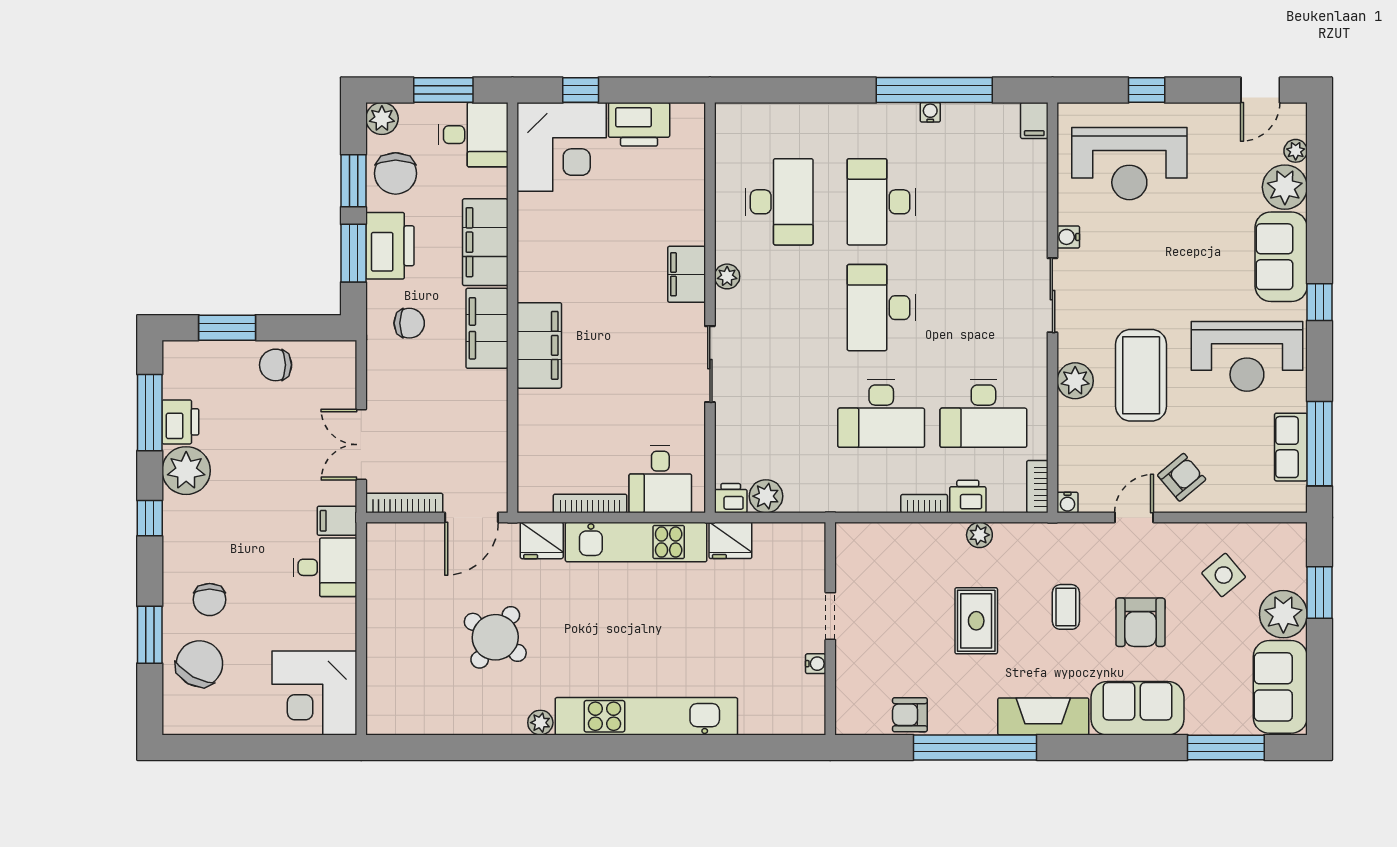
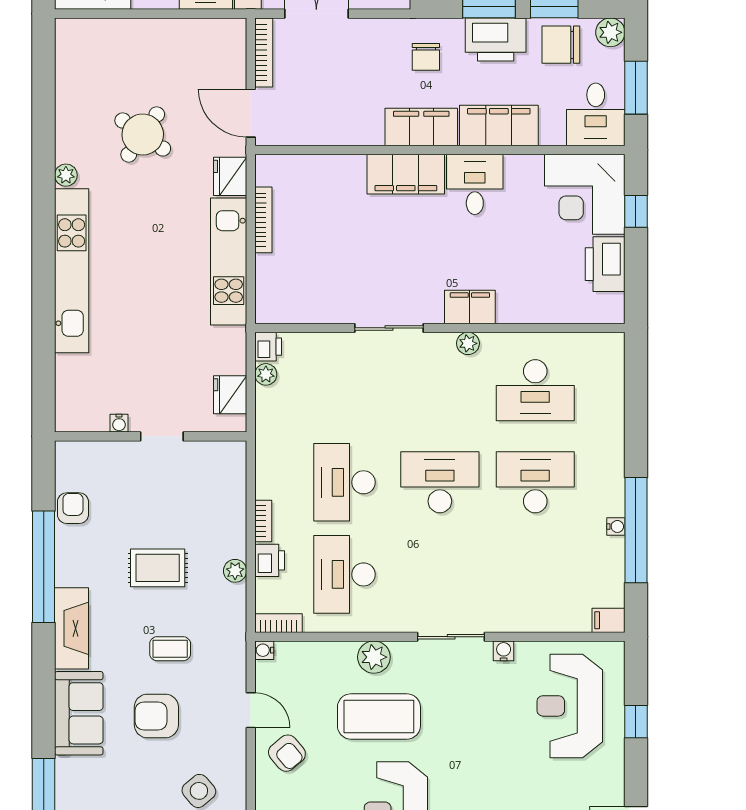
desk: (660, 479) -> (475, 184), moved, turned 90
plant: (766, 496) -> (266, 374), width x0.73, depth x0.73
fridge: (730, 540) -> (230, 395), moved

